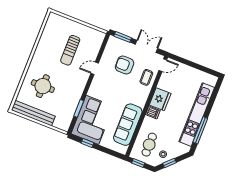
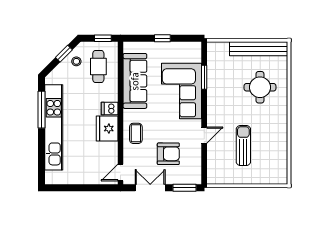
double door: (147, 46) -> (150, 188), swing flipped
coffee table: (146, 77) -> (136, 133), moved
corner sofa: (92, 120) -> (182, 91), moved
window: (87, 143) -> (162, 38), moved

